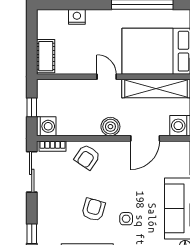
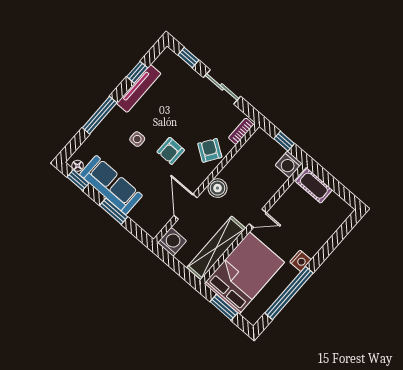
nightstand: (77, 17) -> (300, 261), moved
washing machine: (46, 126) -> (289, 164), moved
sliding door: (32, 172) -> (222, 87), moved
armchair: (93, 210) -> (171, 151), moved, turned 74

